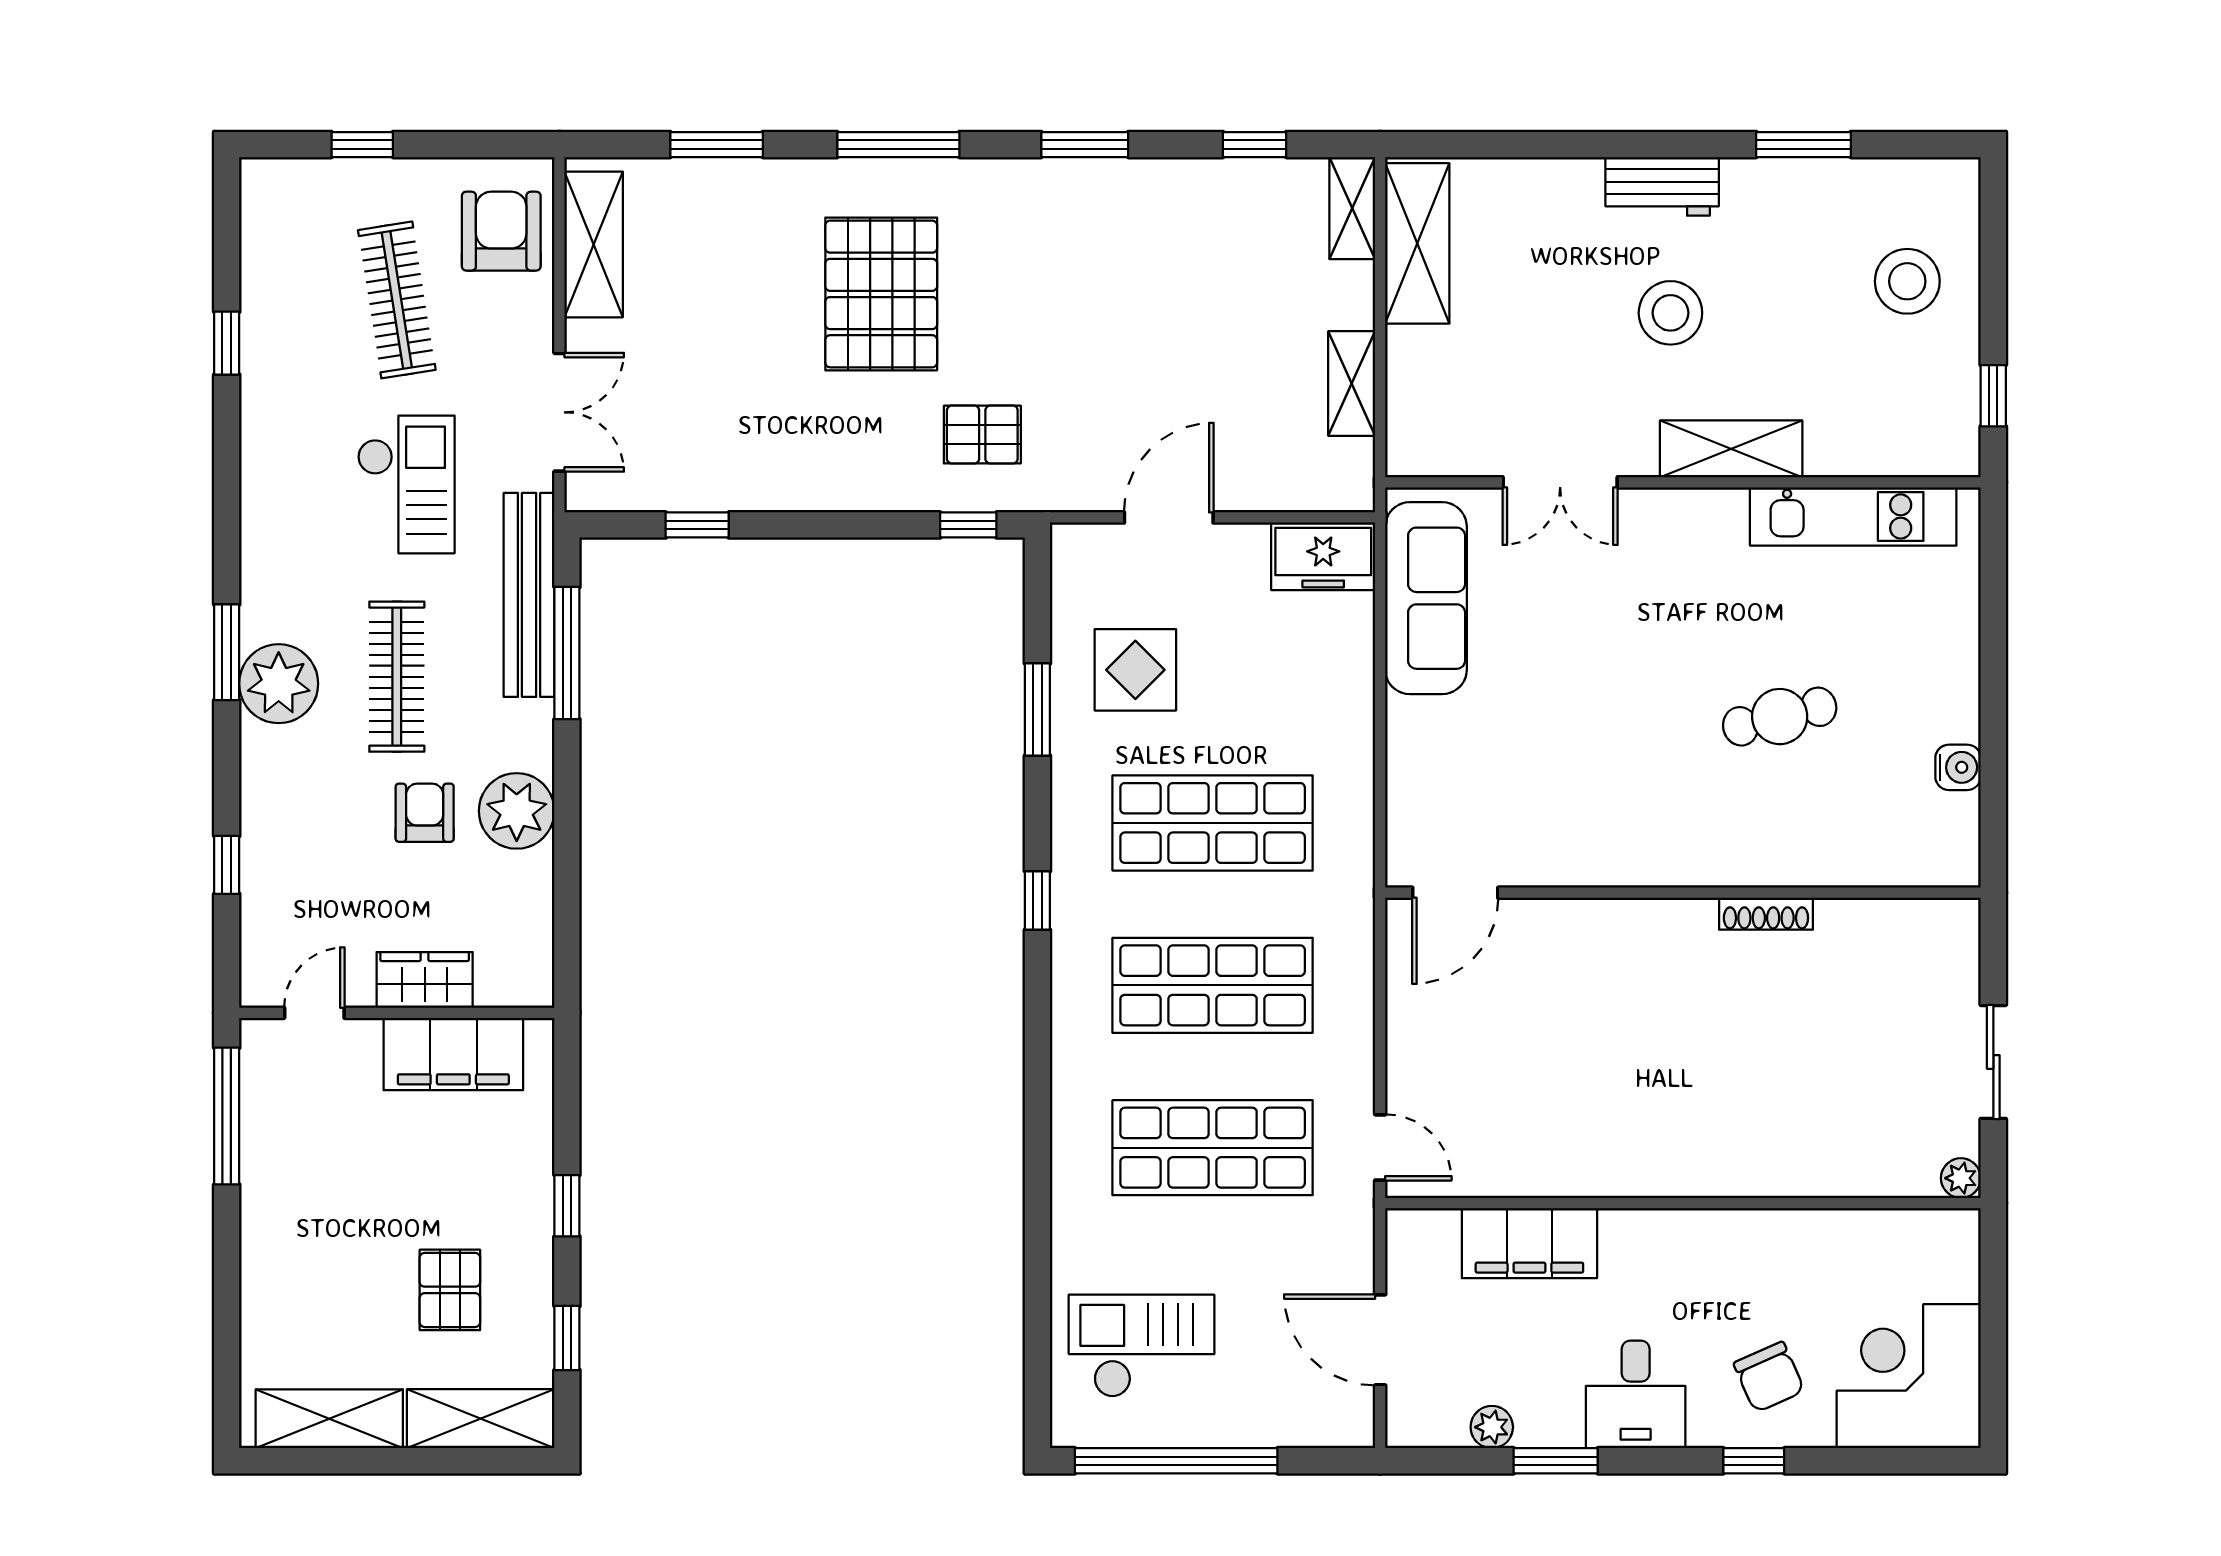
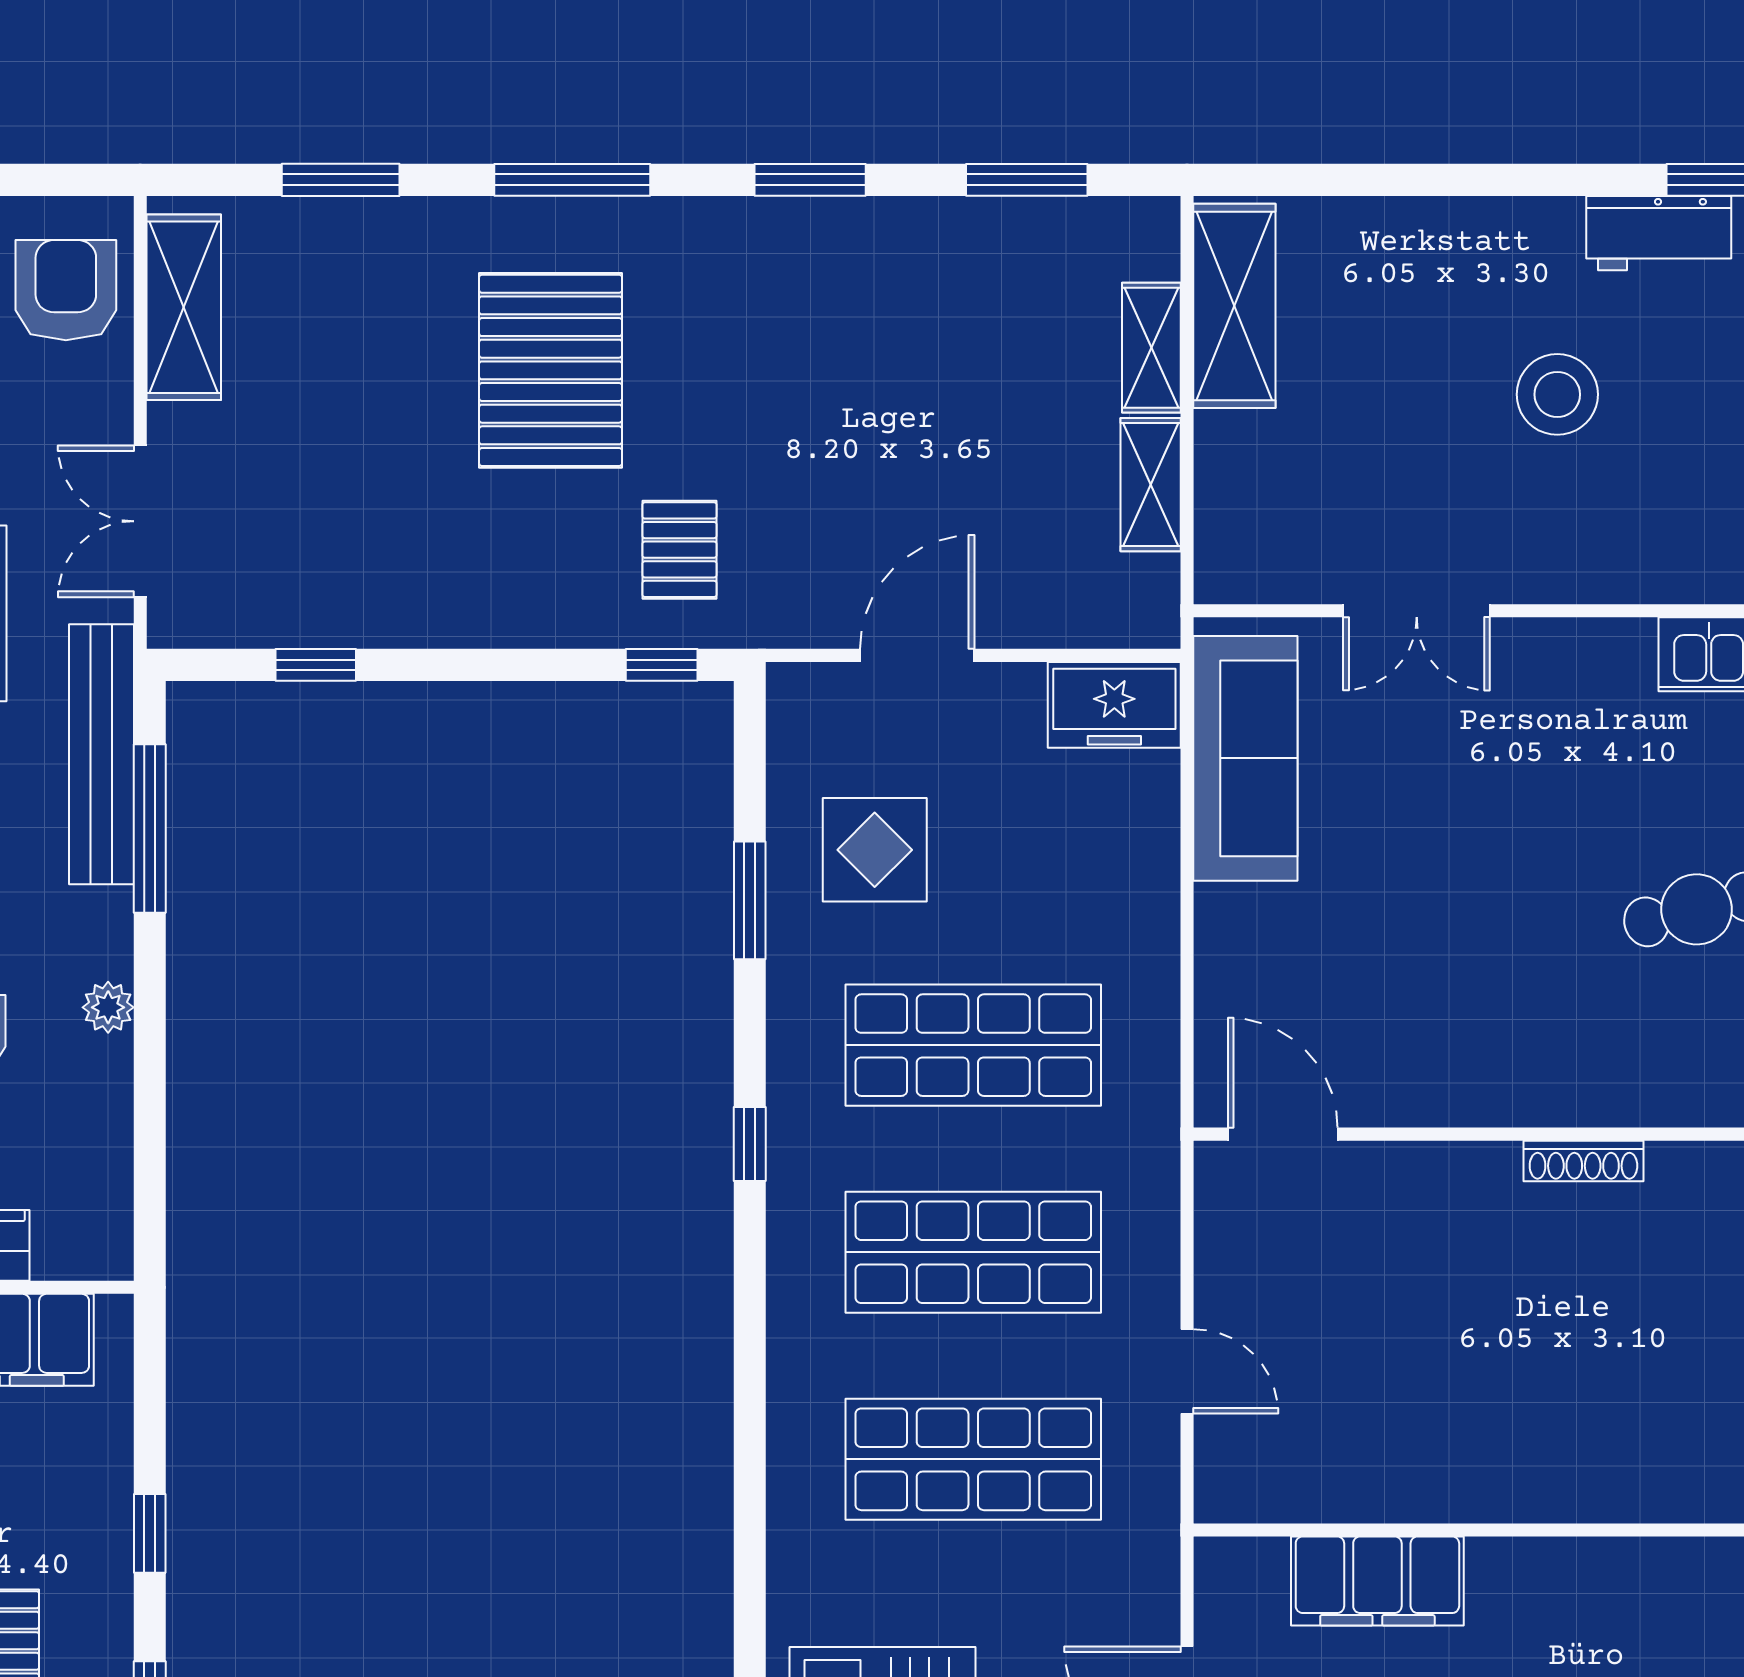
window: (1255, 145) -> (1027, 180), width x1.50
workbench: (1662, 186) -> (1659, 233), moved
shelving: (1352, 208) -> (1151, 348), moved
double door: (559, 412) -> (140, 521), swing flipped
pallet: (982, 435) -> (679, 550), turned 90
shelving: (1731, 449) -> (1635, 568), removed
plant: (517, 811) -> (108, 1007), width x0.53, depth x0.53
door: (1455, 893) -> (1283, 1134), swing flipped
shoe rack: (1766, 914) -> (1583, 1161), moved
door: (1380, 1147) -> (1187, 1371), moved

